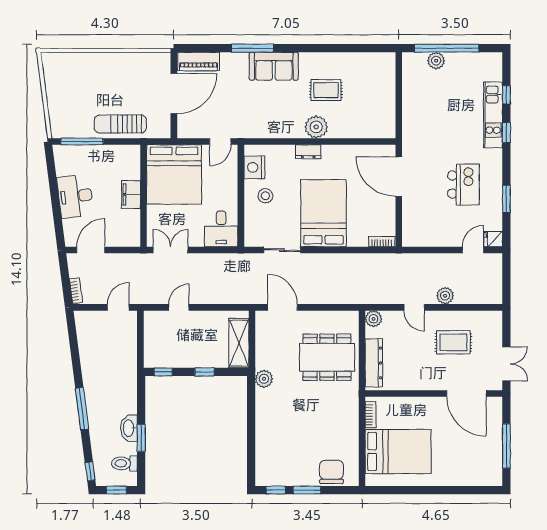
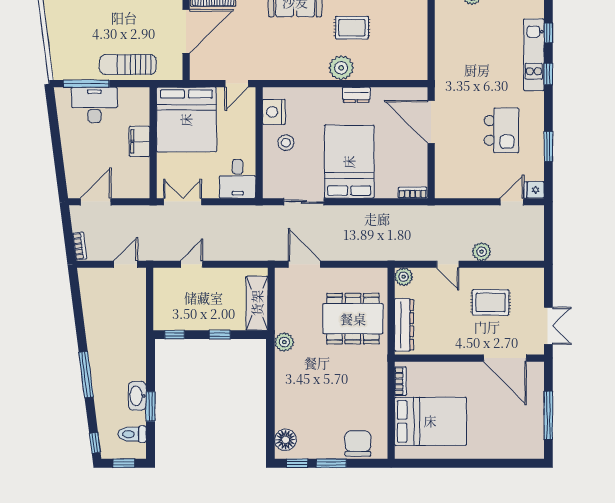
dresser: (308, 152) -> (356, 95), moved
desk: (75, 196) -> (94, 105), moved, turned 97
floor lamp: (265, 469) -> (286, 440), added

